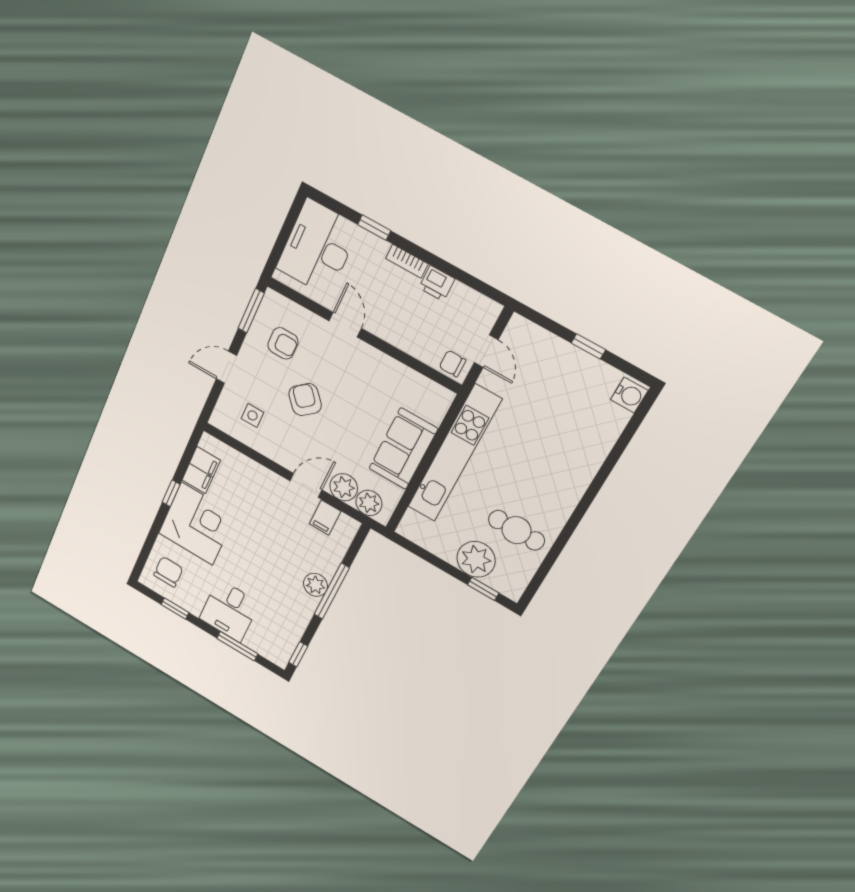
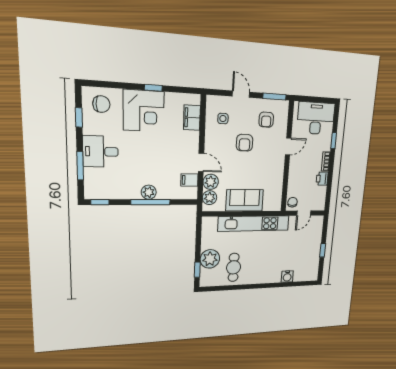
water cooler: (629, 395) -> (287, 276), moved
armchair: (305, 400) -> (245, 143), turned 131
filing cabinet: (201, 470) -> (192, 118), moved, turned 90

